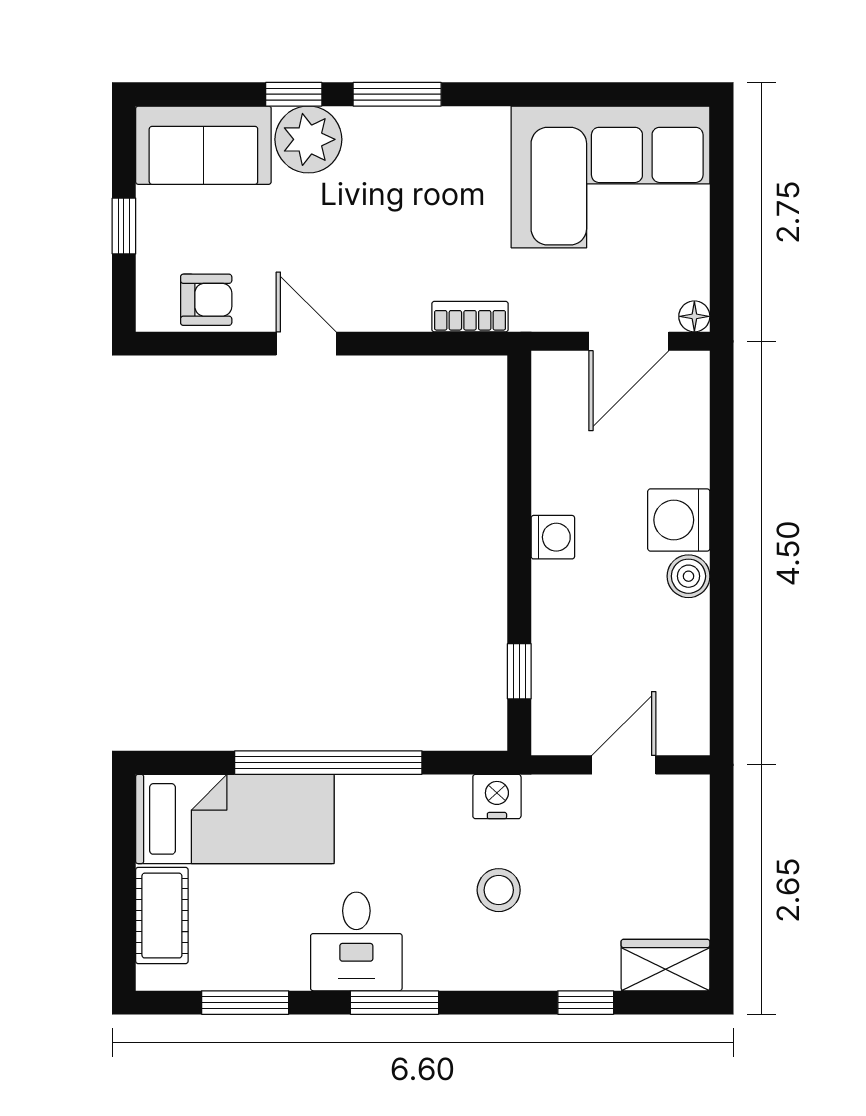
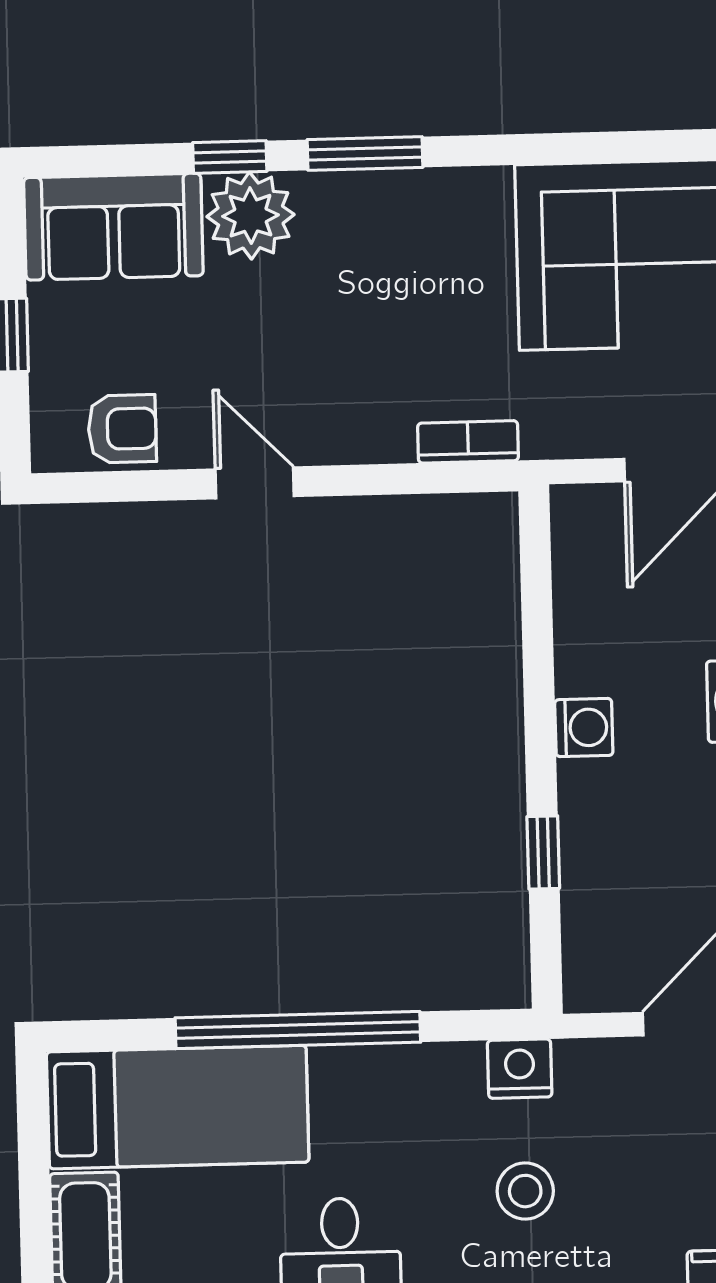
window: (519, 671) -> (543, 852), moved

